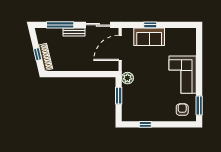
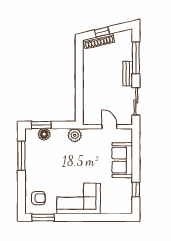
window: (150, 25) -> (136, 190), moved
door: (120, 48) -> (109, 127), width x0.53
window: (119, 96) -> (41, 125), moved
floor lamp: (127, 105) -> (44, 134), added
window: (145, 124) -> (21, 156), width x2.17

